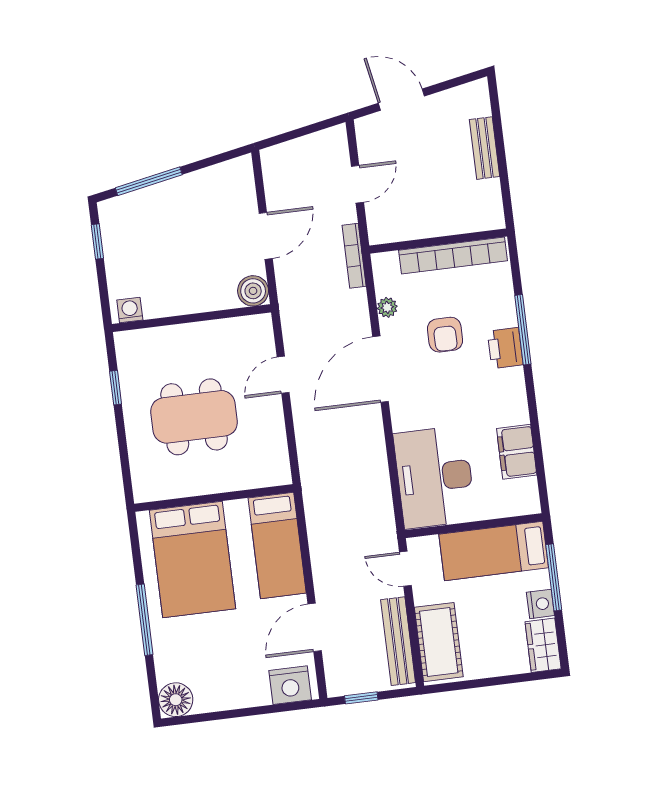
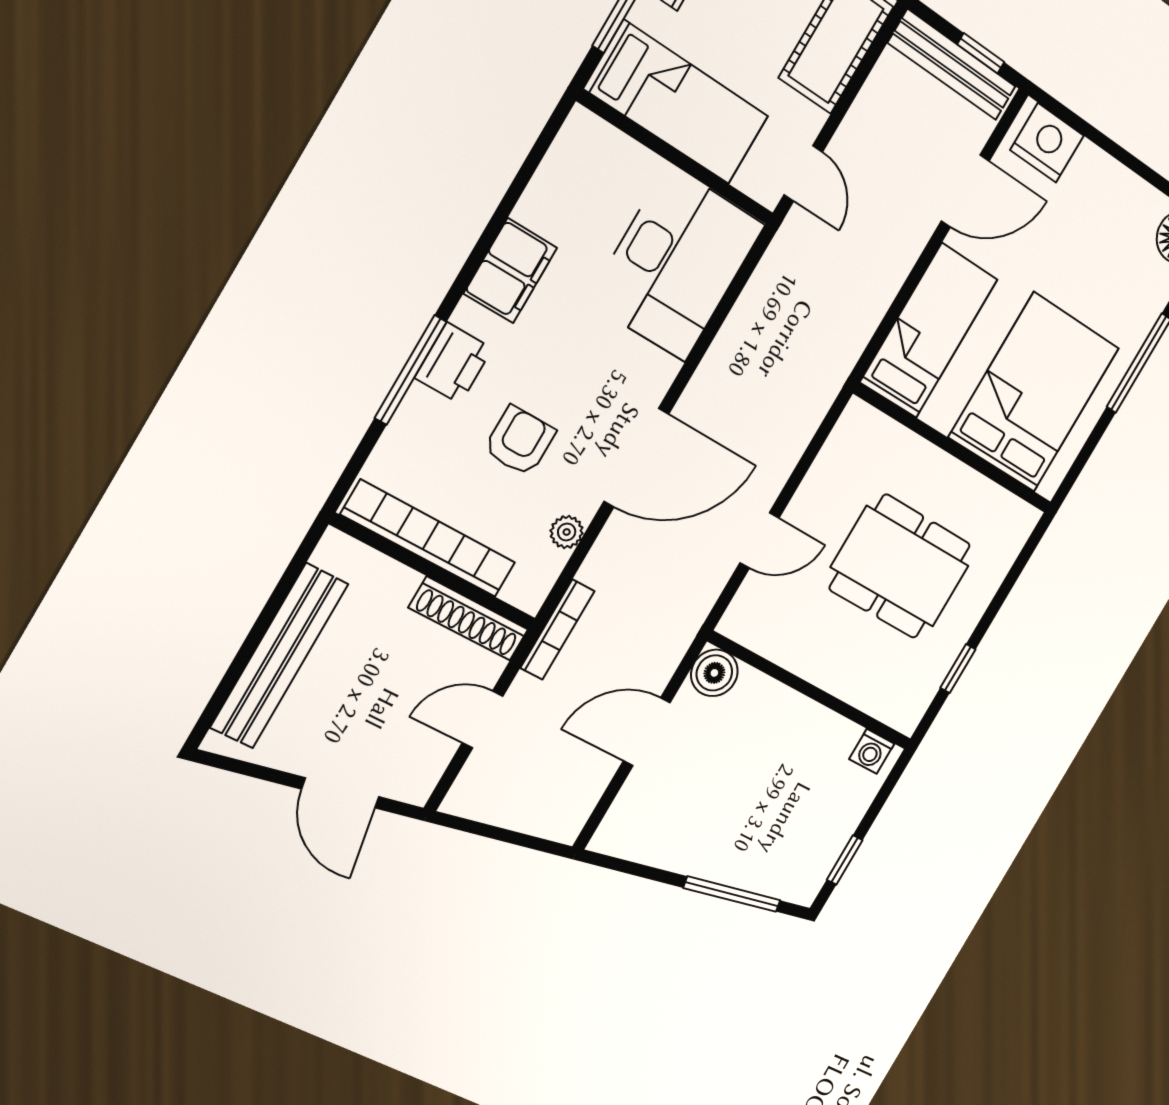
bench: (484, 148) -> (279, 656), width x1.86, depth x1.21
shoe rack: (403, 230) -> (469, 619), added
filing cabinet: (517, 452) -> (510, 271), moved
bench: (398, 641) -> (952, 65), moved, turned 90

